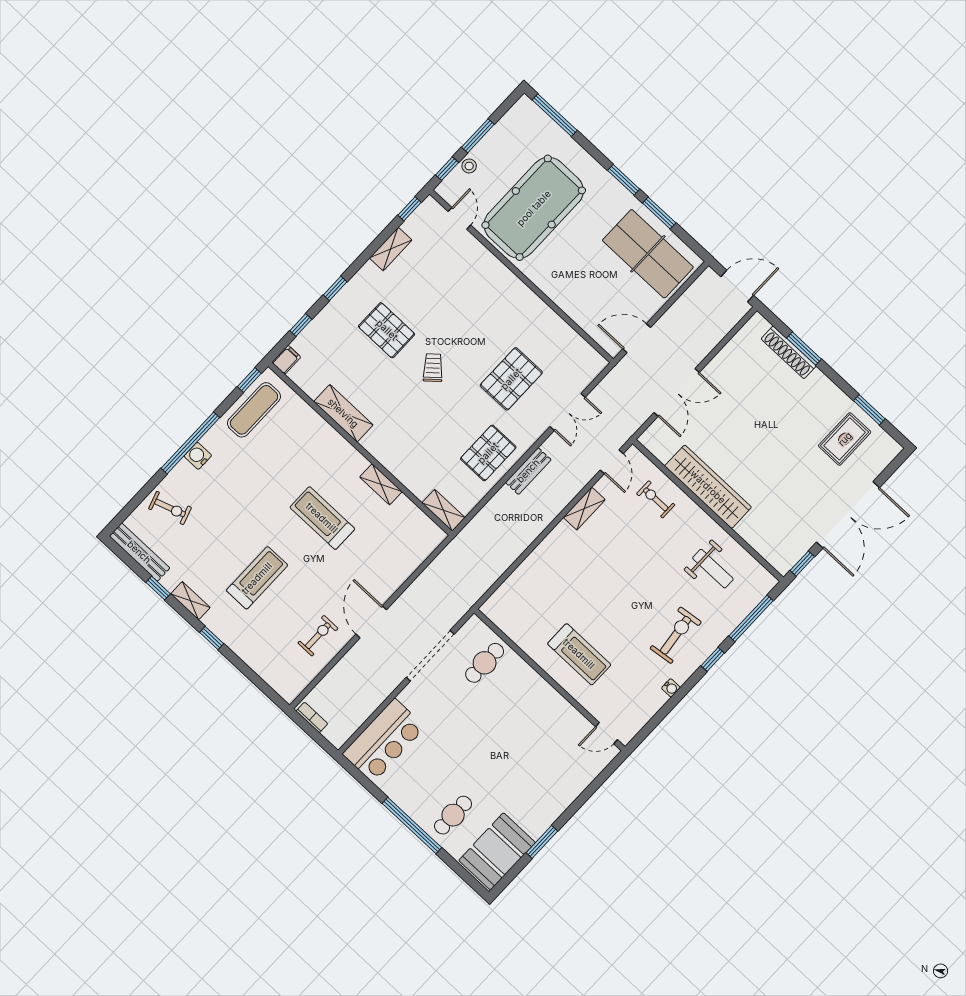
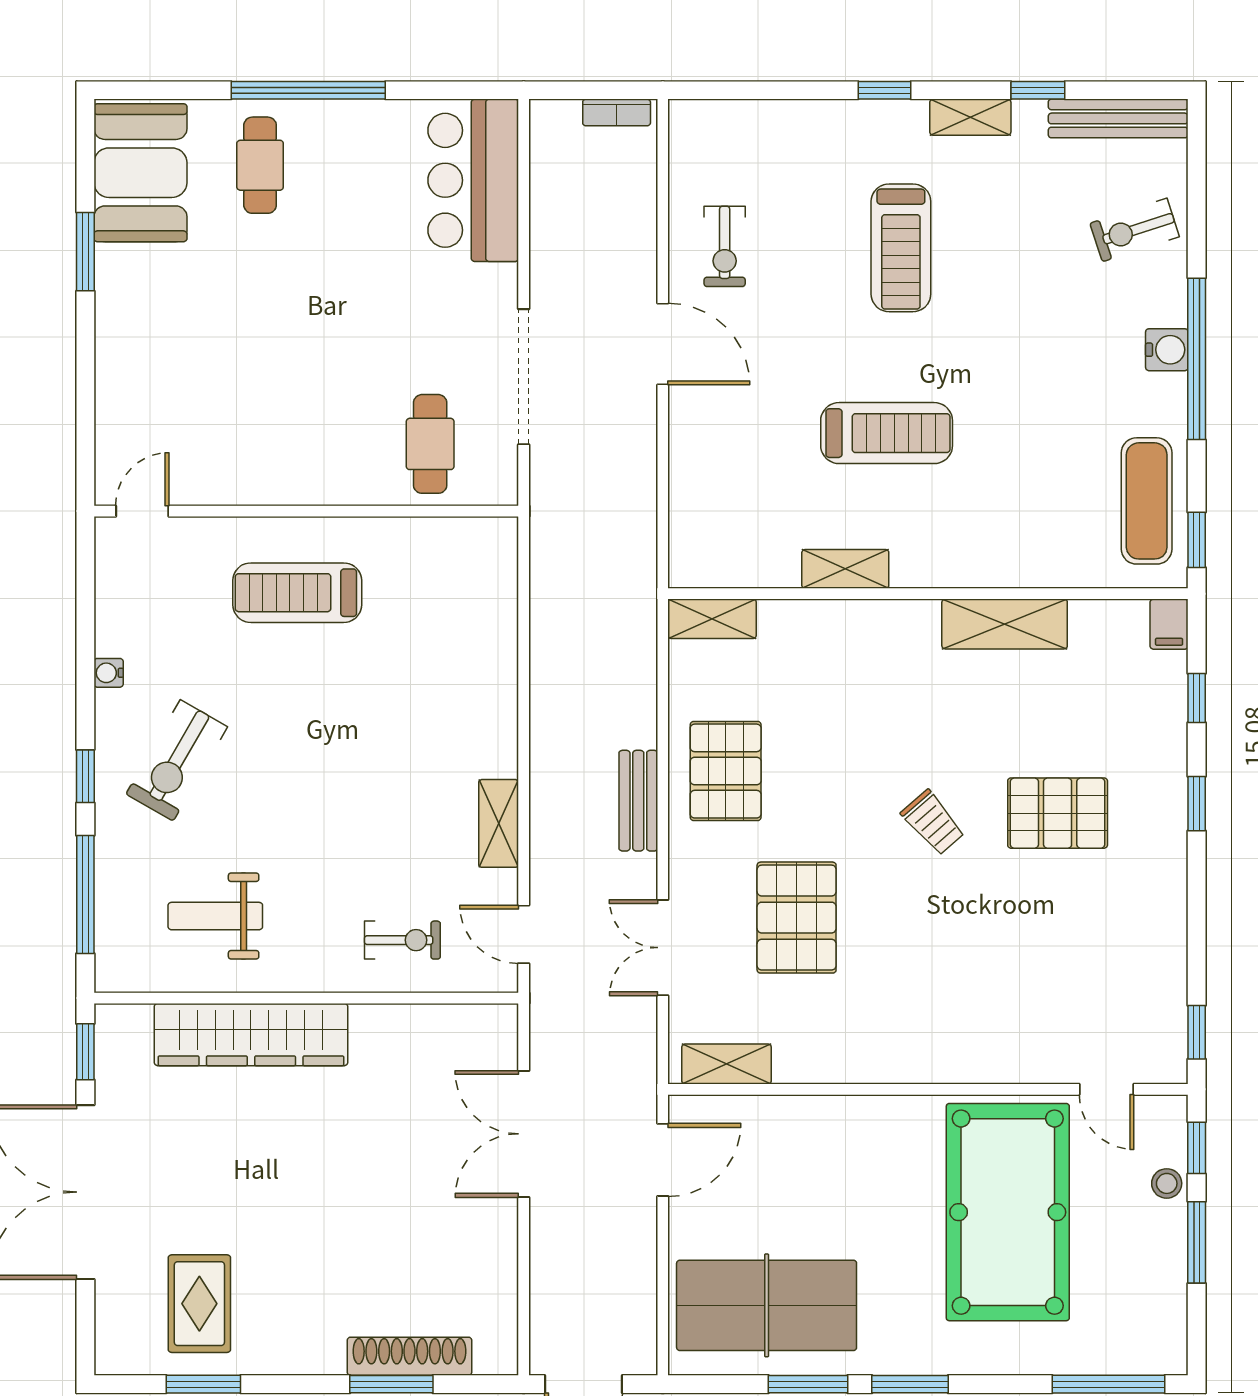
shelving: (391, 249) -> (727, 1064), moved, turned 90
wardrobe: (708, 487) -> (251, 1035), moved
exercise bike: (676, 635) -> (177, 760), turned 37

